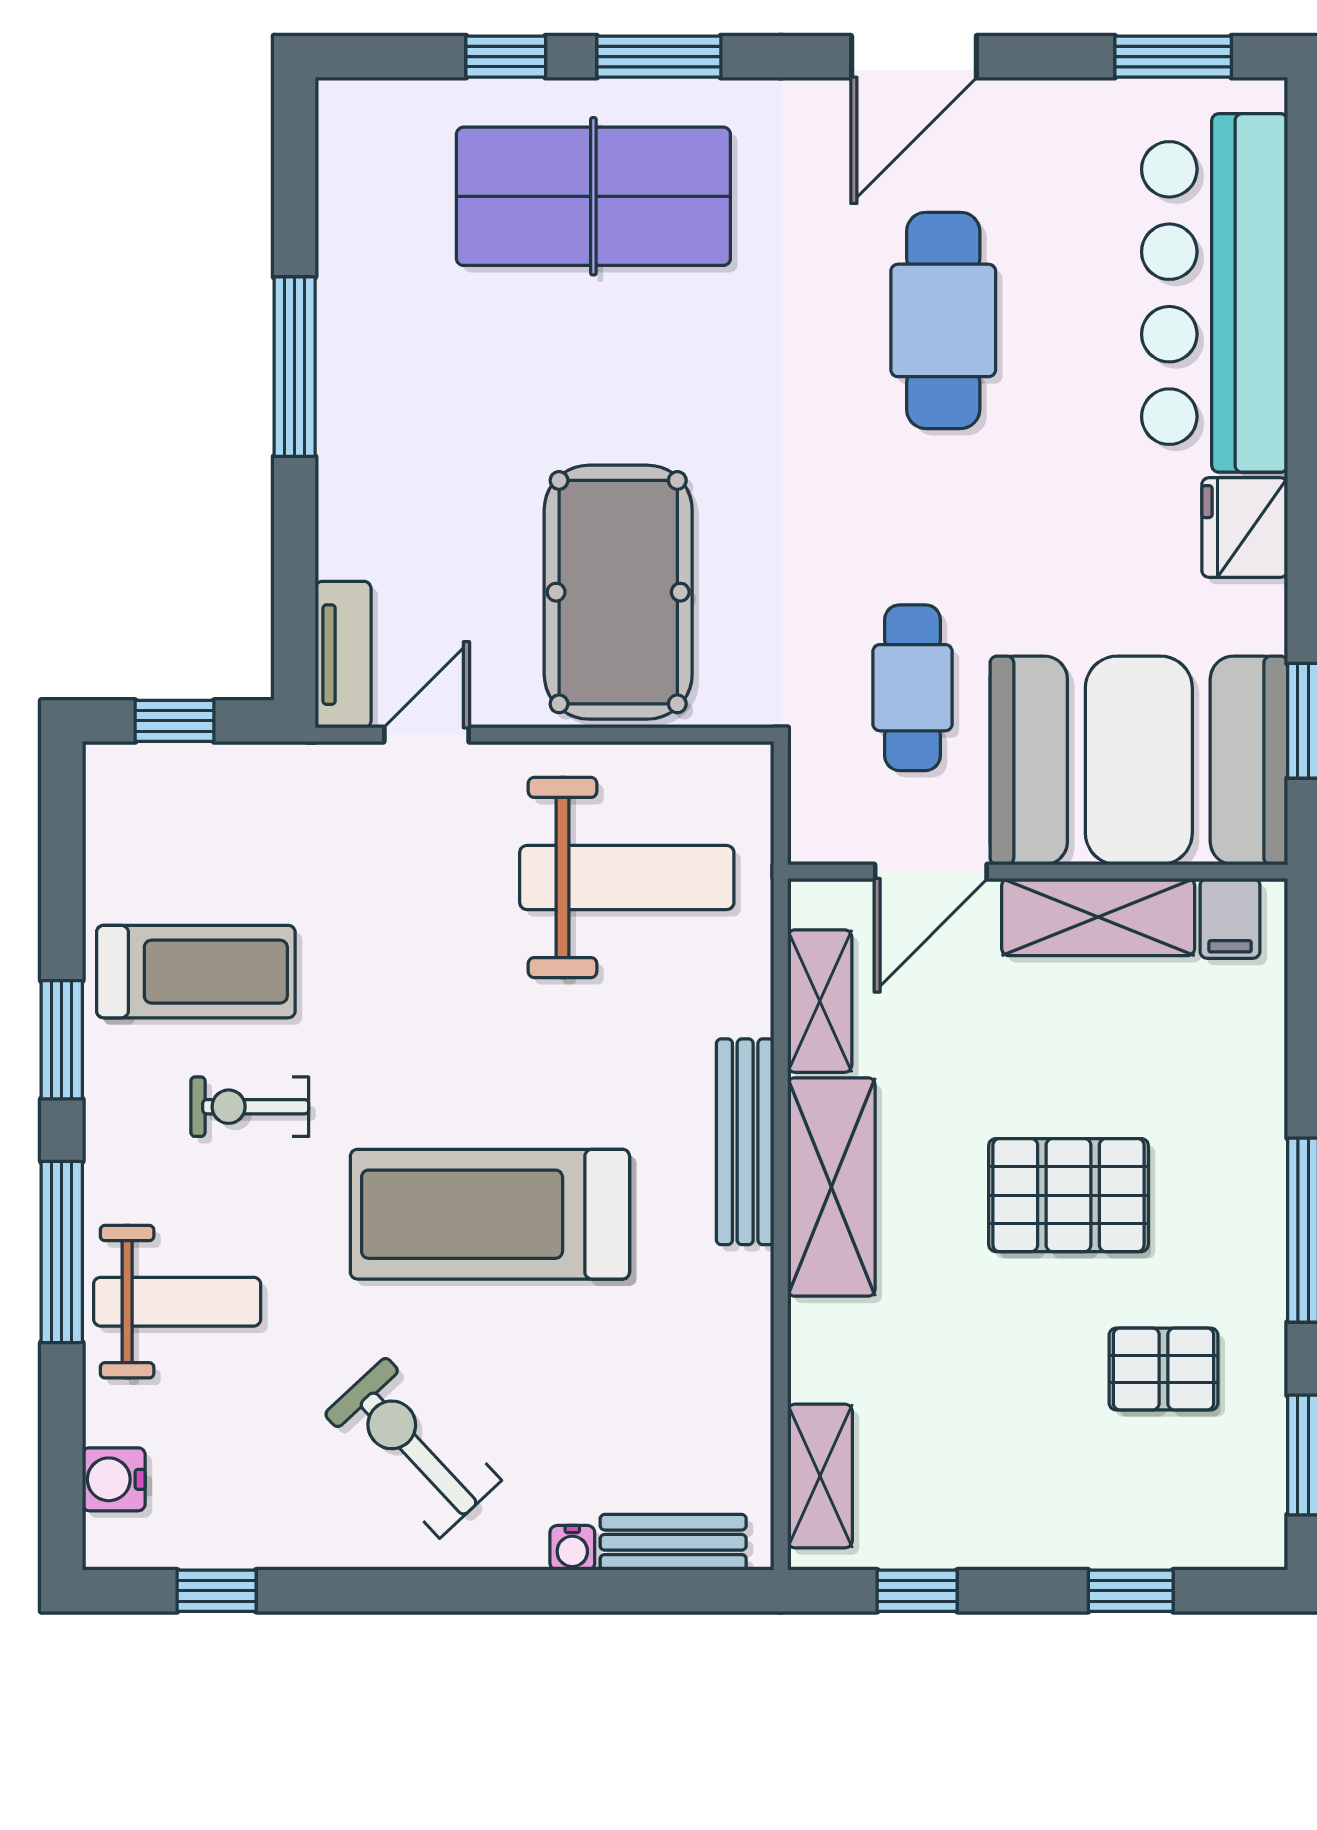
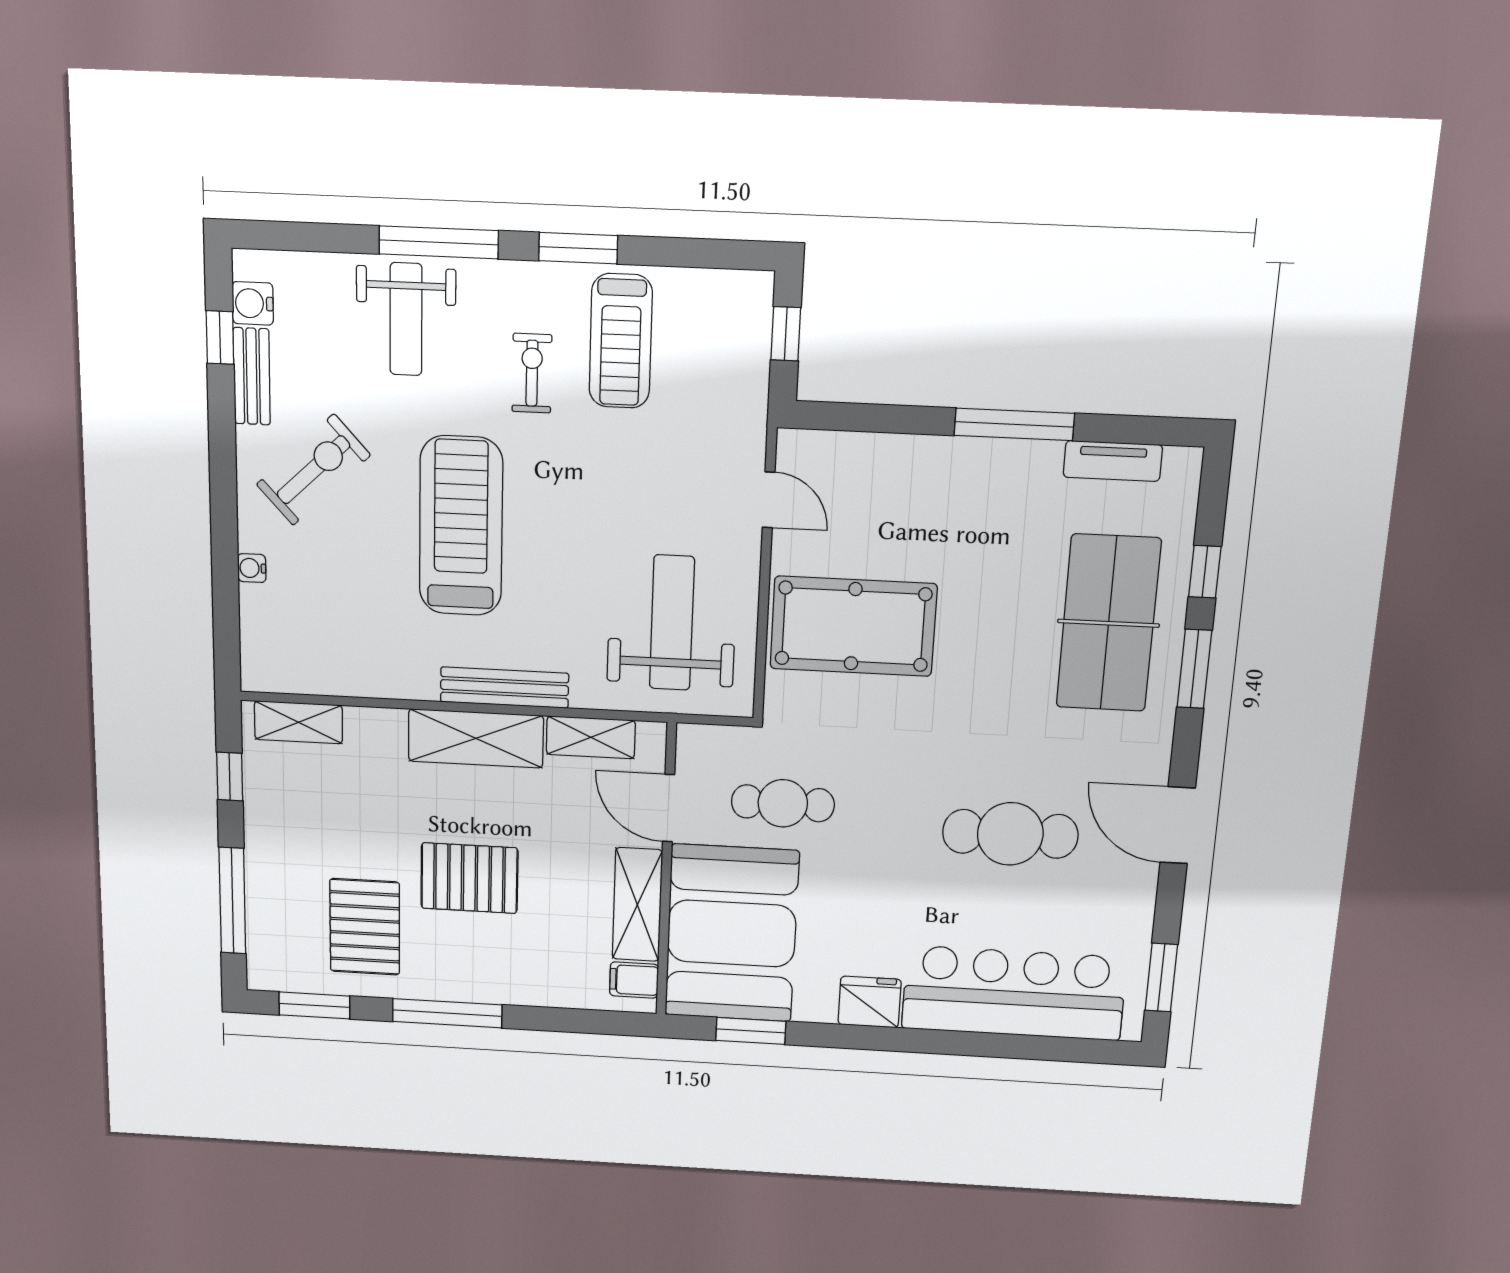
tv unit: (343, 655) -> (1113, 461), moved
weight bench: (627, 878) -> (672, 623), turned 180
pallet: (1068, 1195) -> (469, 878), turned 90
pallet: (1164, 1369) -> (365, 927), width x1.50, depth x1.42
water cooler: (114, 1479) -> (253, 303), moved, turned -90
bench: (673, 1542) -> (252, 376), moved
window: (1131, 1591) -> (232, 901), width x2.17

